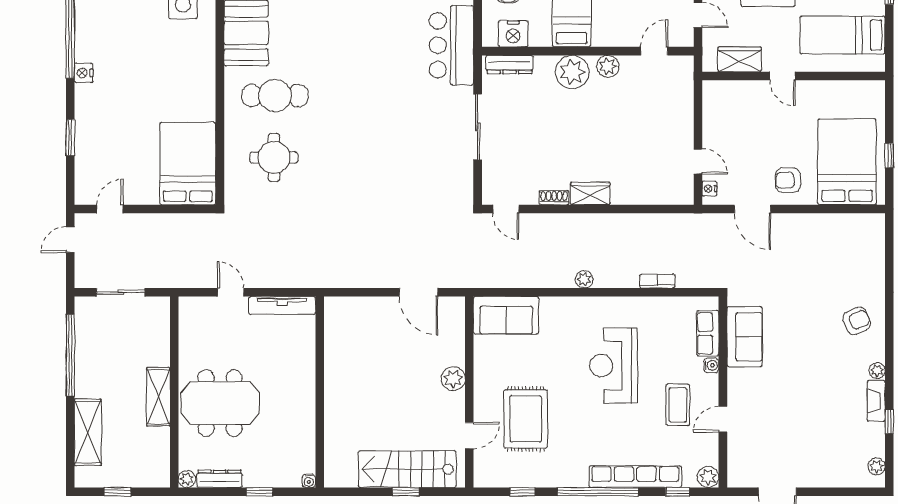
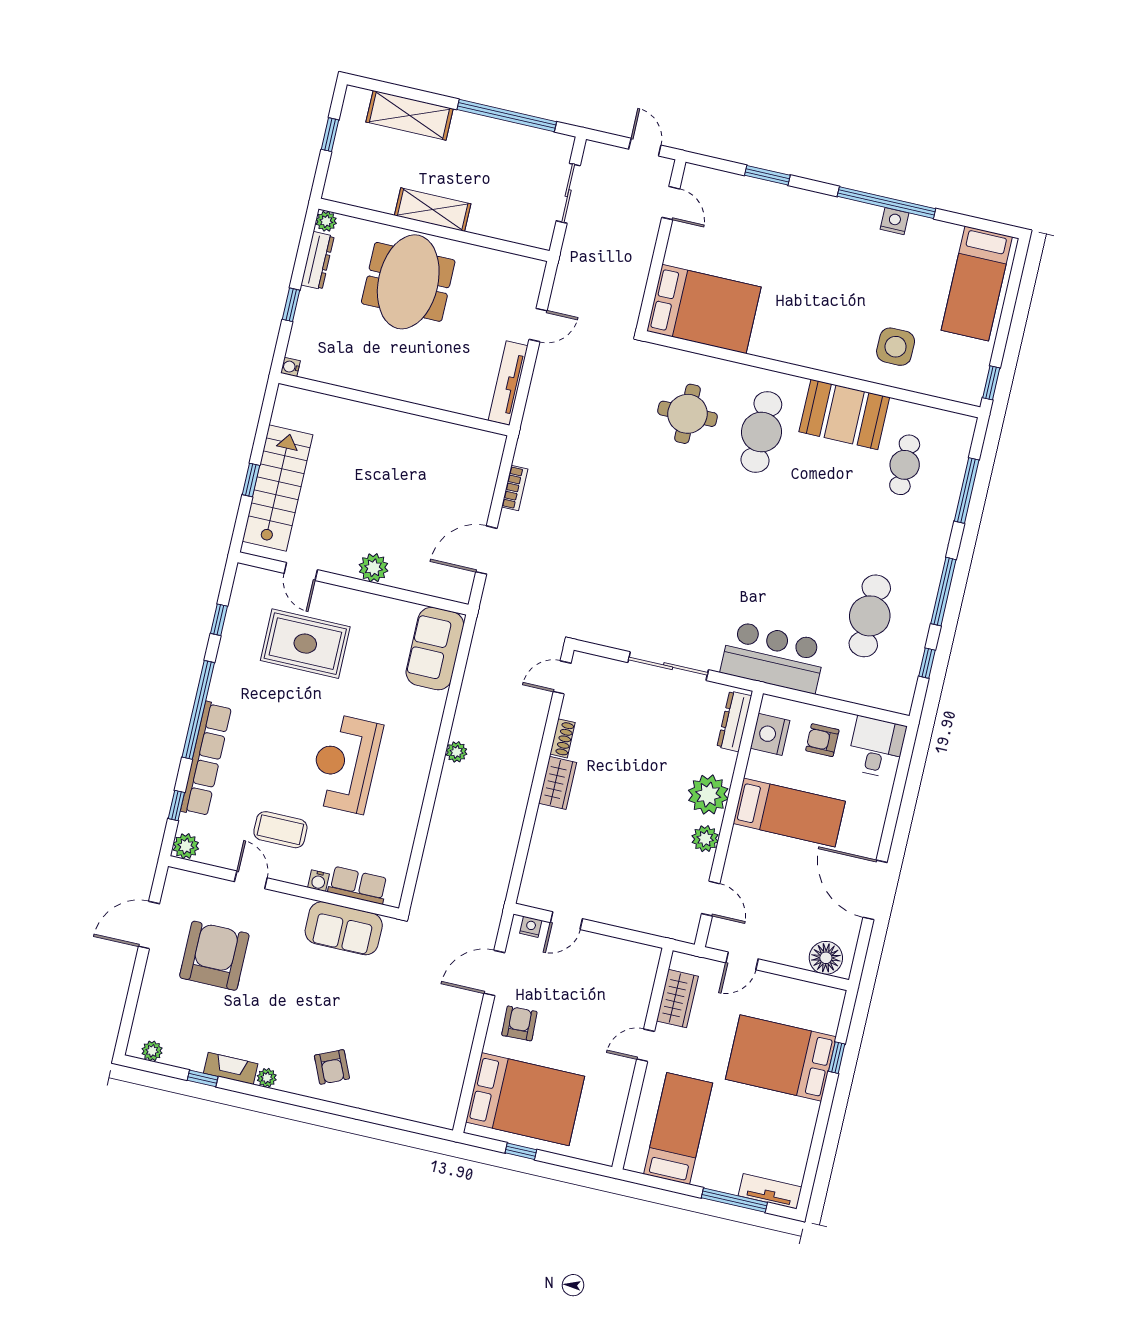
nightstand: (84, 73) -> (895, 221), moved
bookcase: (657, 281) -> (515, 488), moved
reception desk: (614, 365) -> (345, 763), turned -90
armchair: (790, 434) -> (214, 956), added

